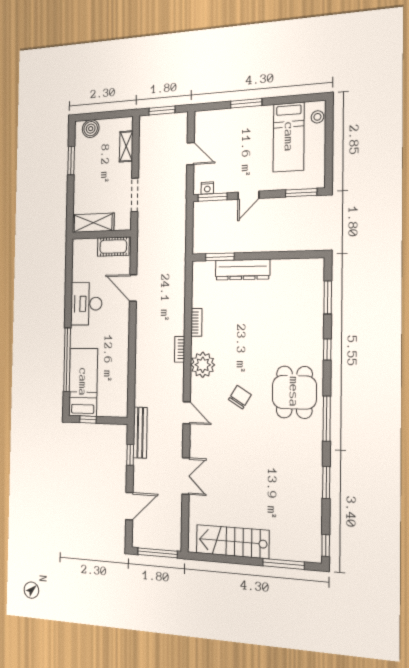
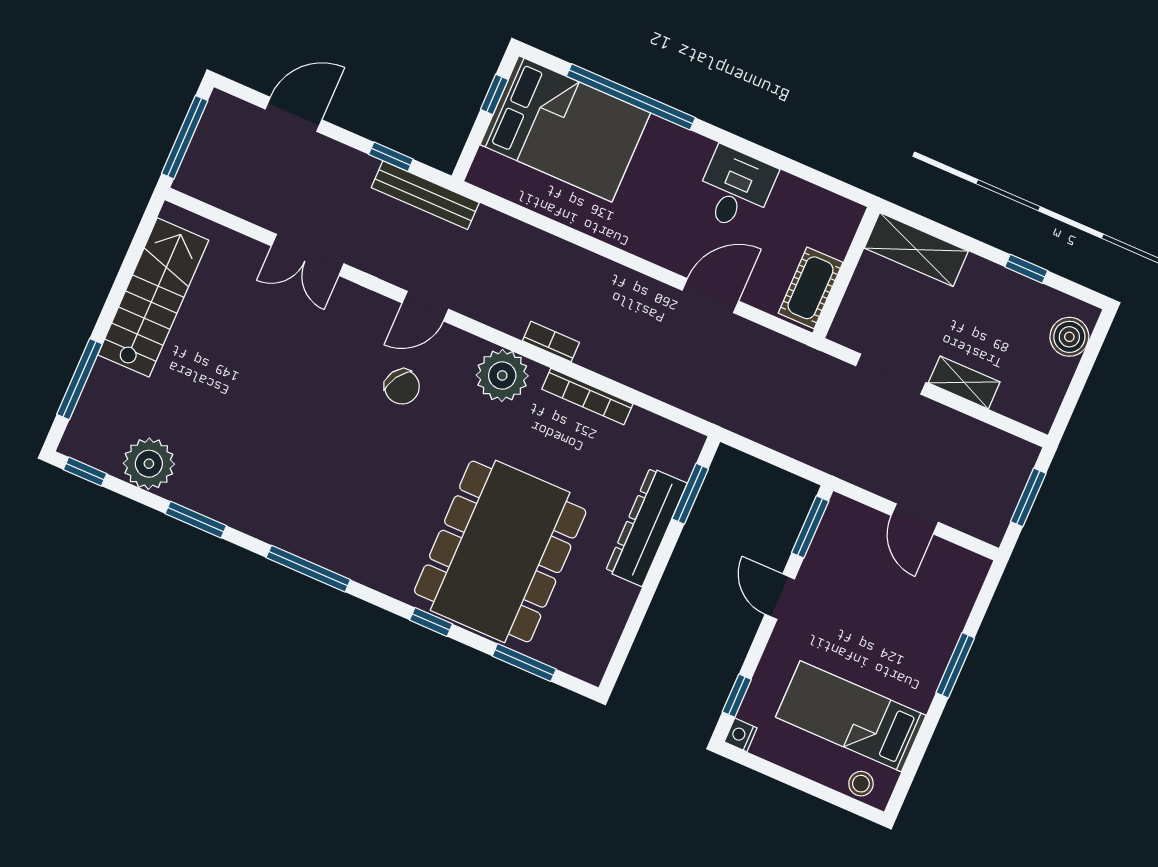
shelving: (126, 146) -> (964, 382), moved
door: (190, 154) -> (915, 519), hinge flipped
window: (71, 161) -> (1026, 269), width x0.67
nightstand: (207, 188) -> (741, 735), moved
window: (301, 193) -> (737, 696), width x0.67
shelving: (93, 223) -> (916, 250), moved, turned 90
desk: (86, 304) -> (735, 189), width x0.73
bookcase: (196, 322) -> (587, 396), width x1.56
bed: (83, 382) -> (565, 129), width x1.50
dining table: (294, 392) -> (500, 551), moved, width x1.88, depth x1.24
chair: (240, 397) -> (402, 387), moved
door: (129, 506) -> (294, 114), swing flipped
plant: (309, 515) -> (149, 464), added

